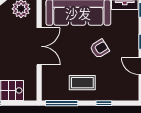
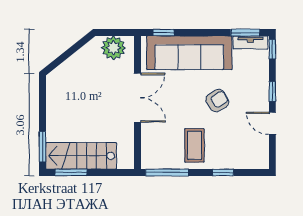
coffee table: (82, 83) -> (194, 145), turned 90

